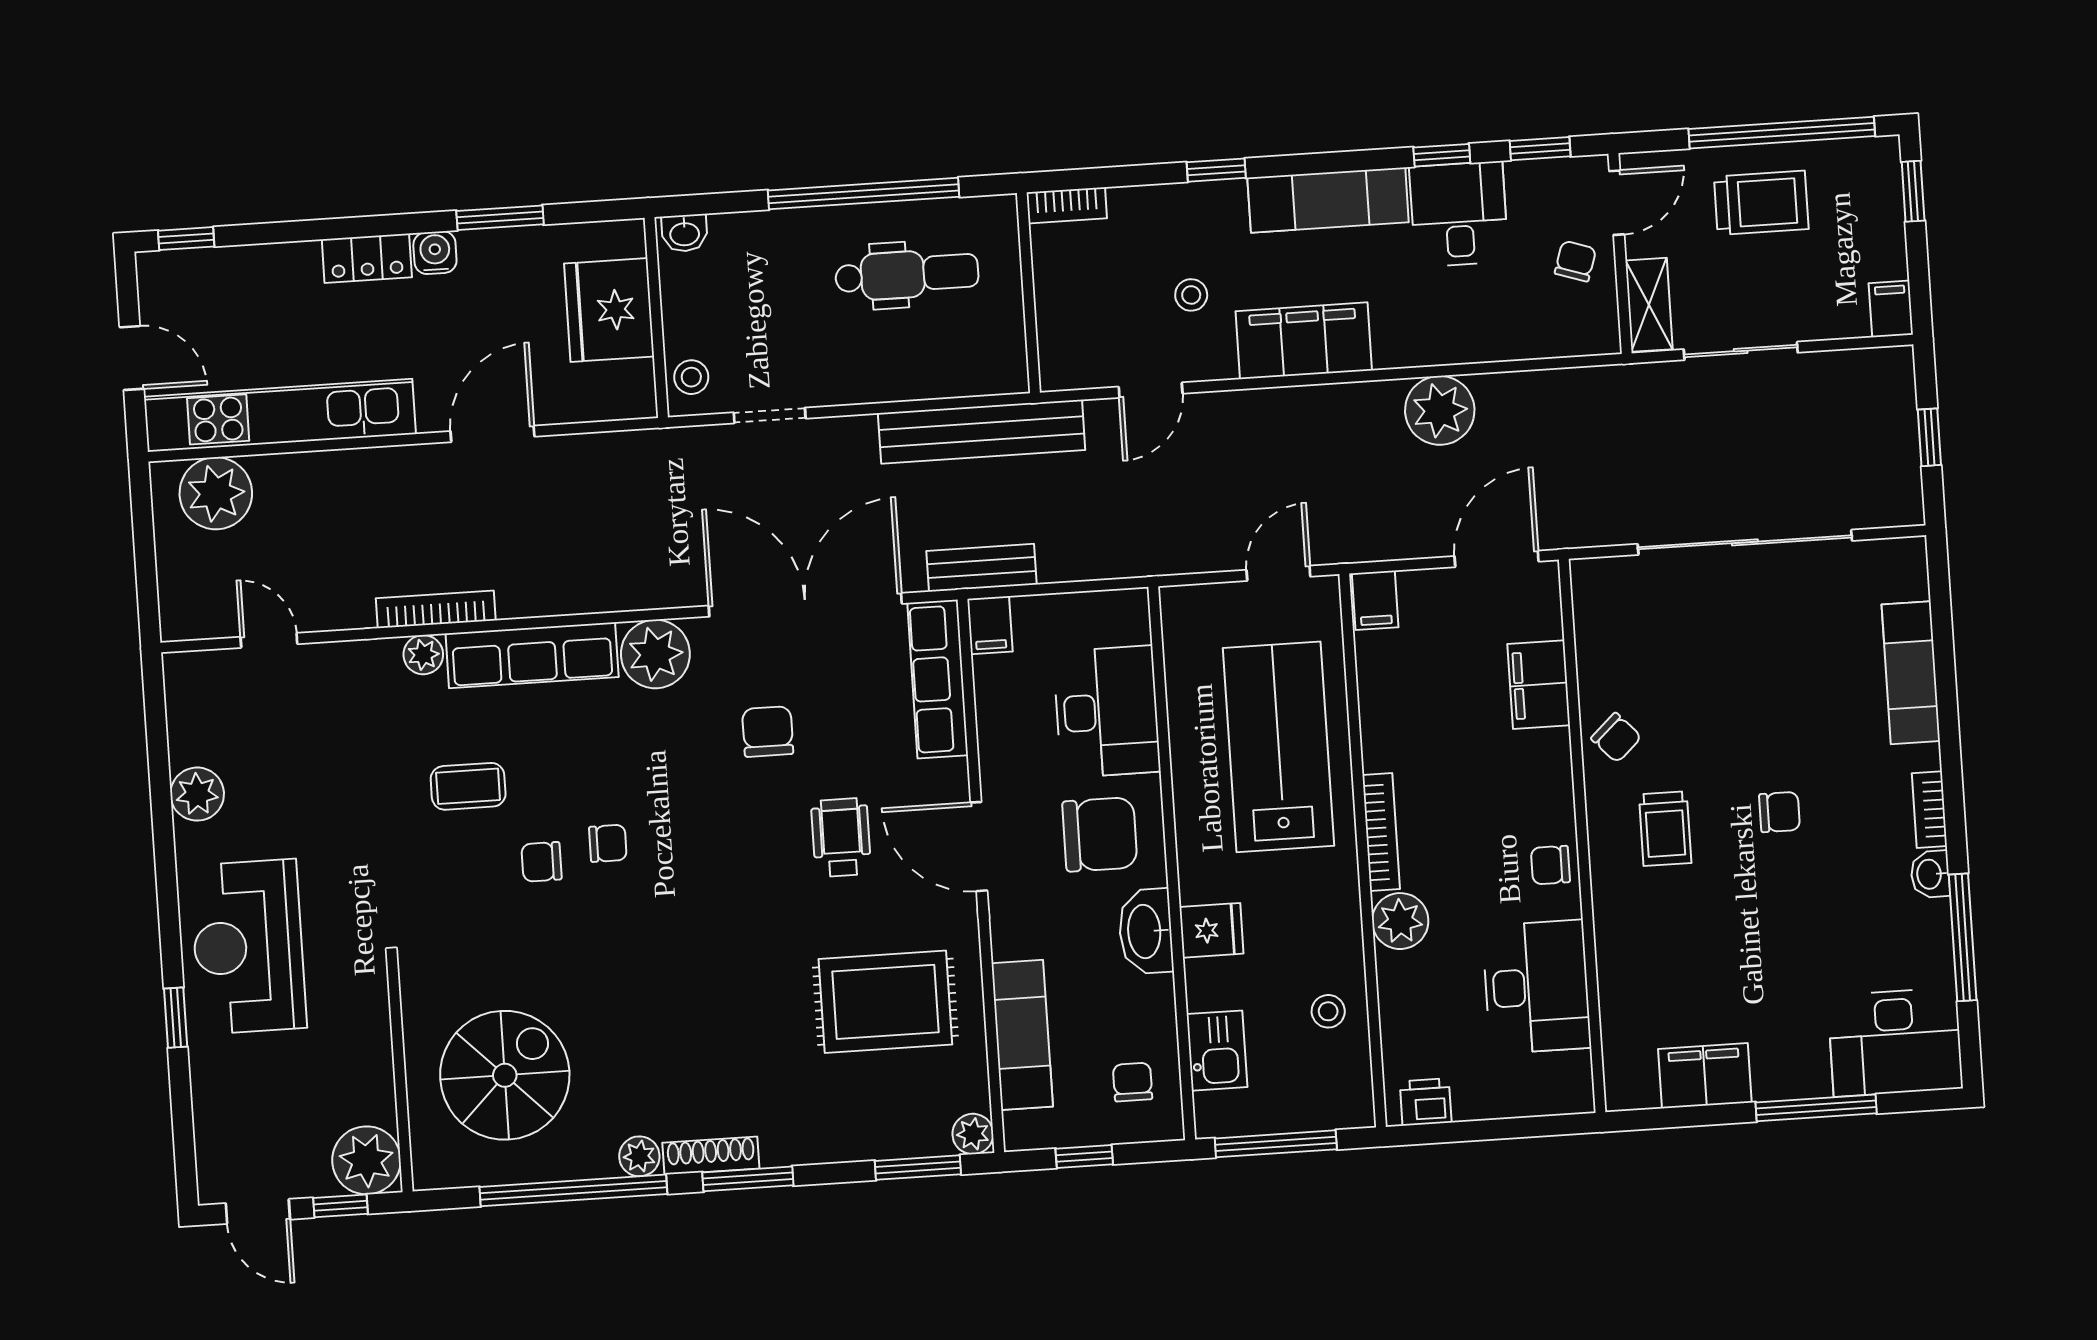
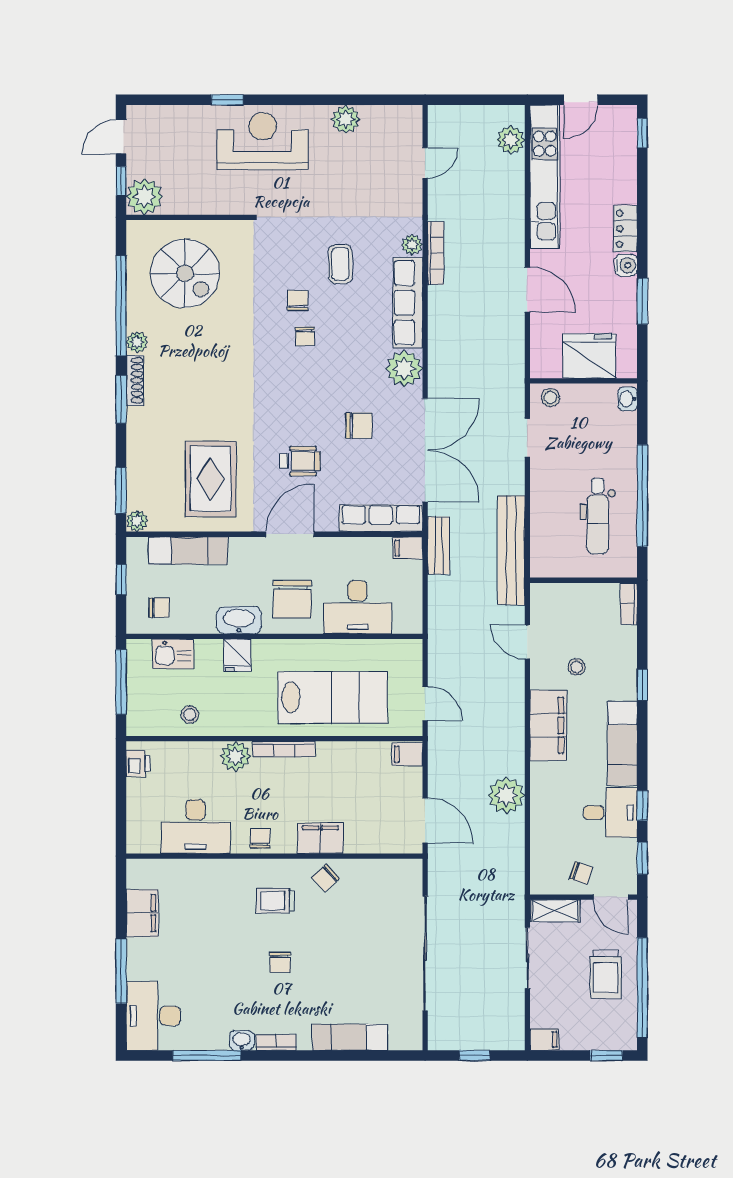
plant: (216, 493) -> (511, 140), width x0.73, depth x0.73
filing cabinet: (1539, 685) -> (320, 838), moved

